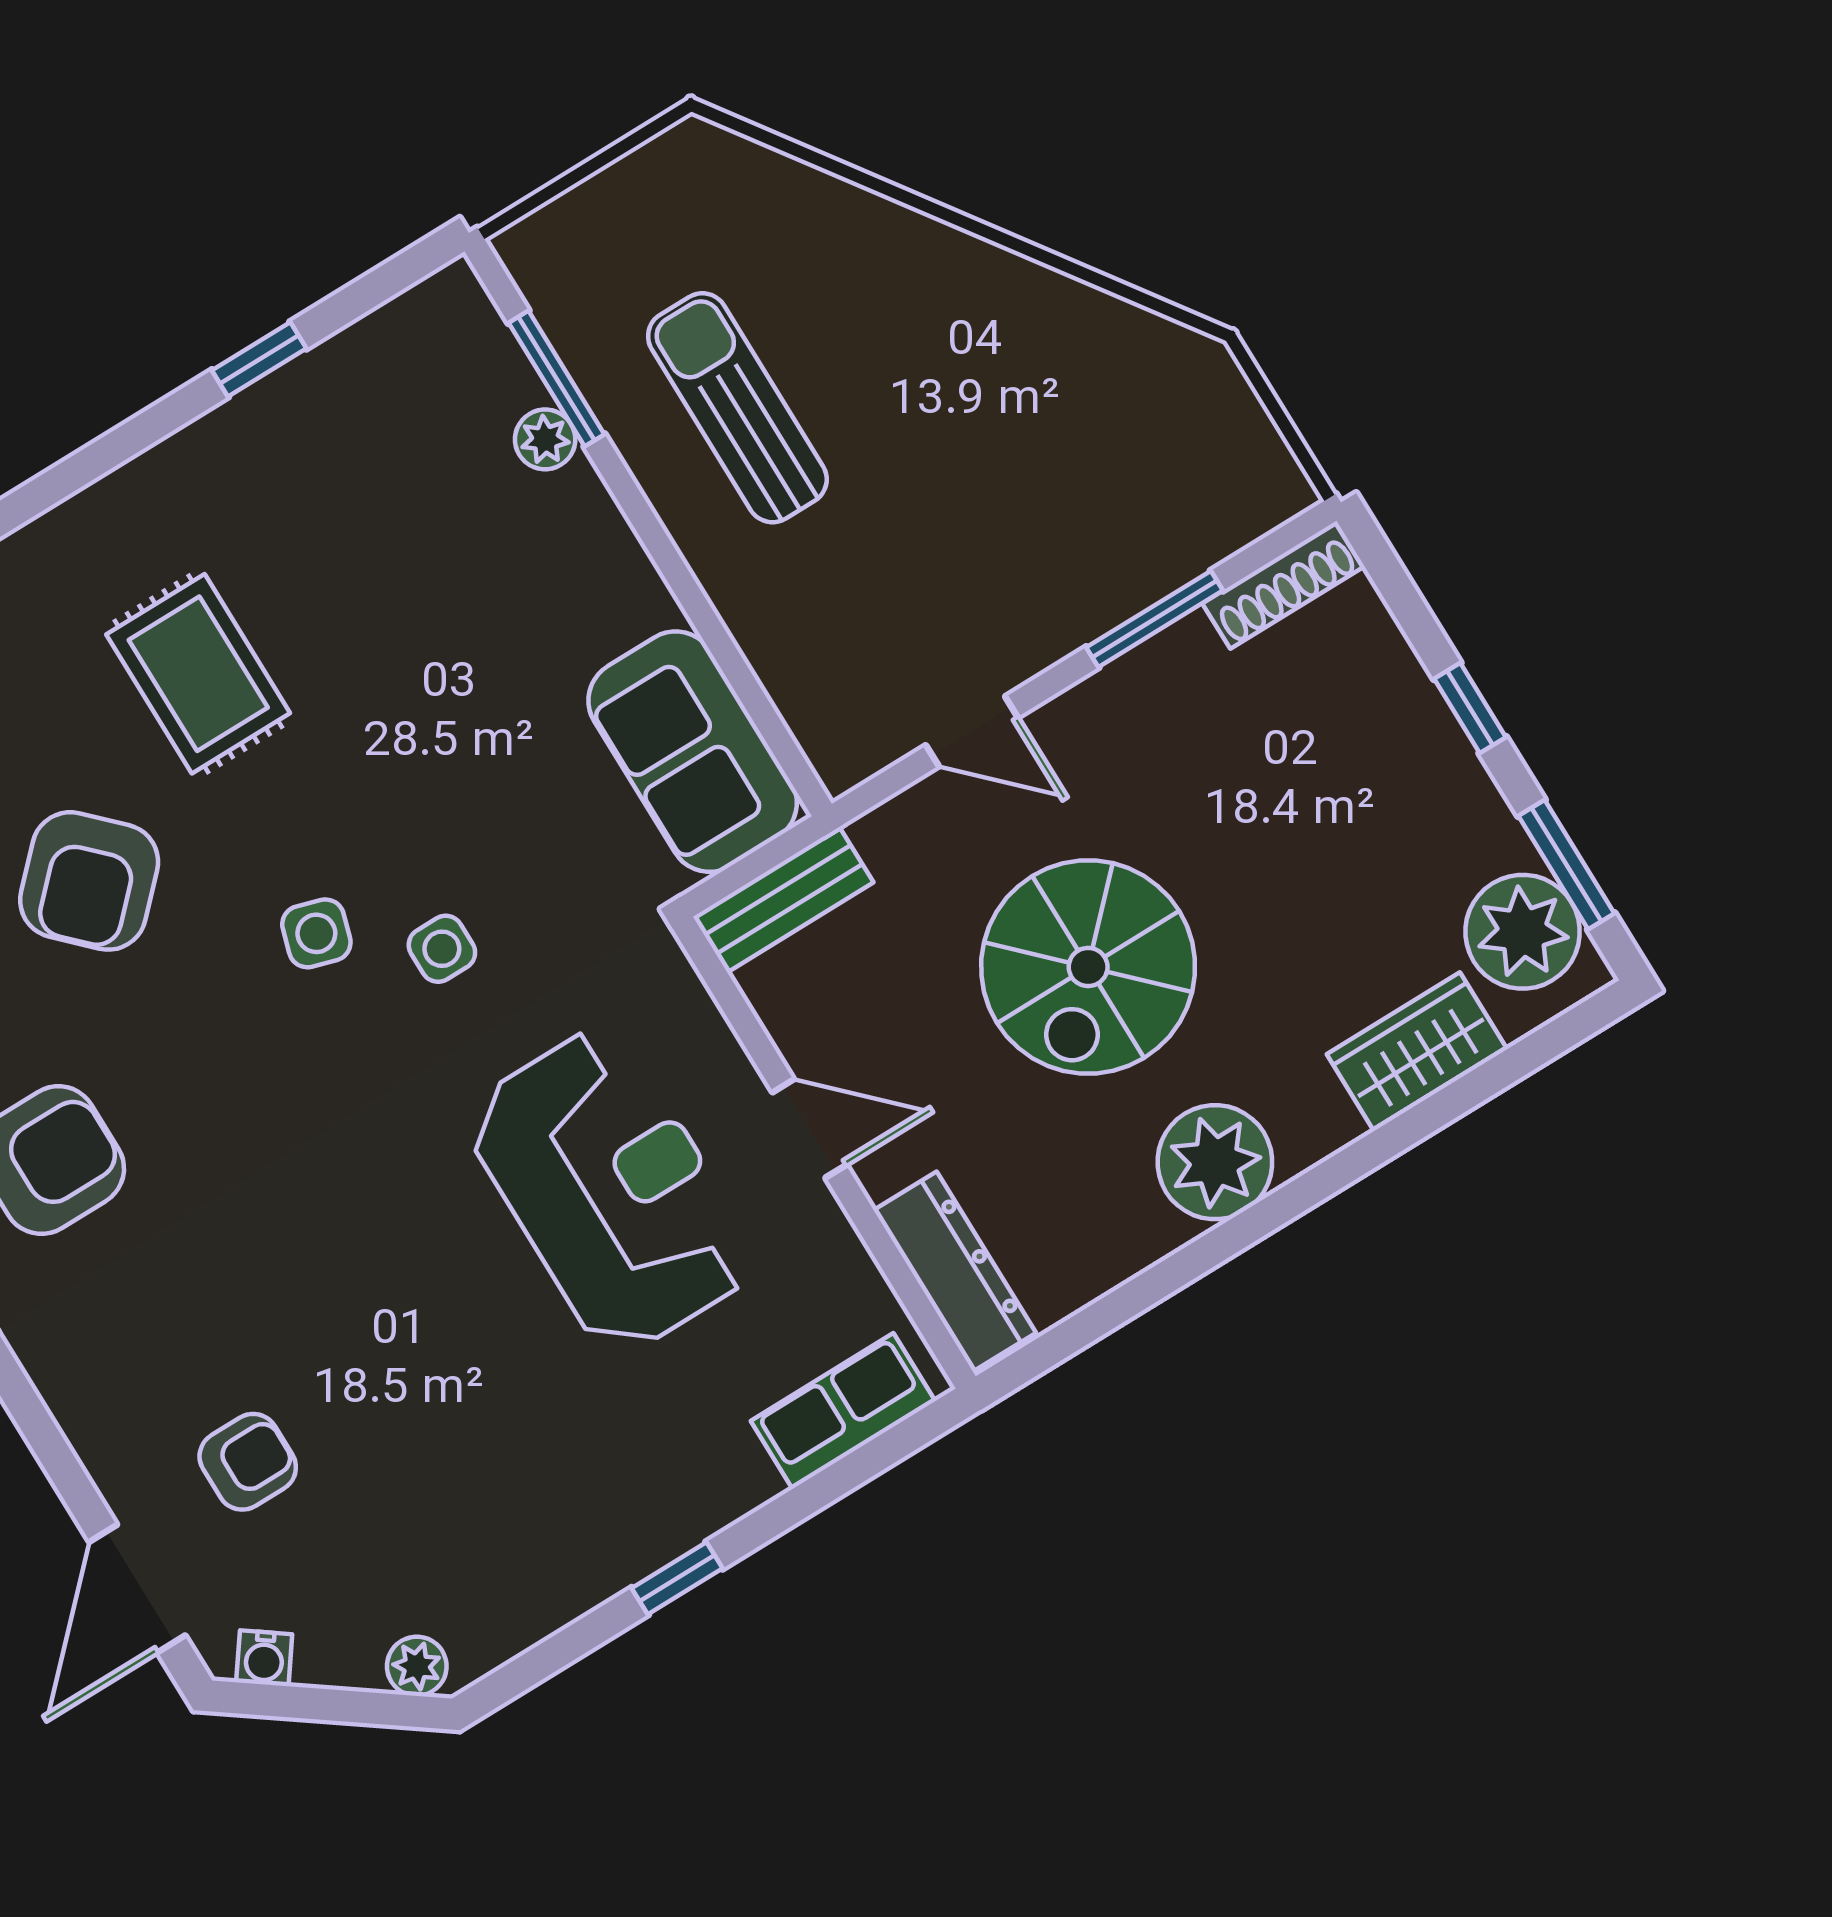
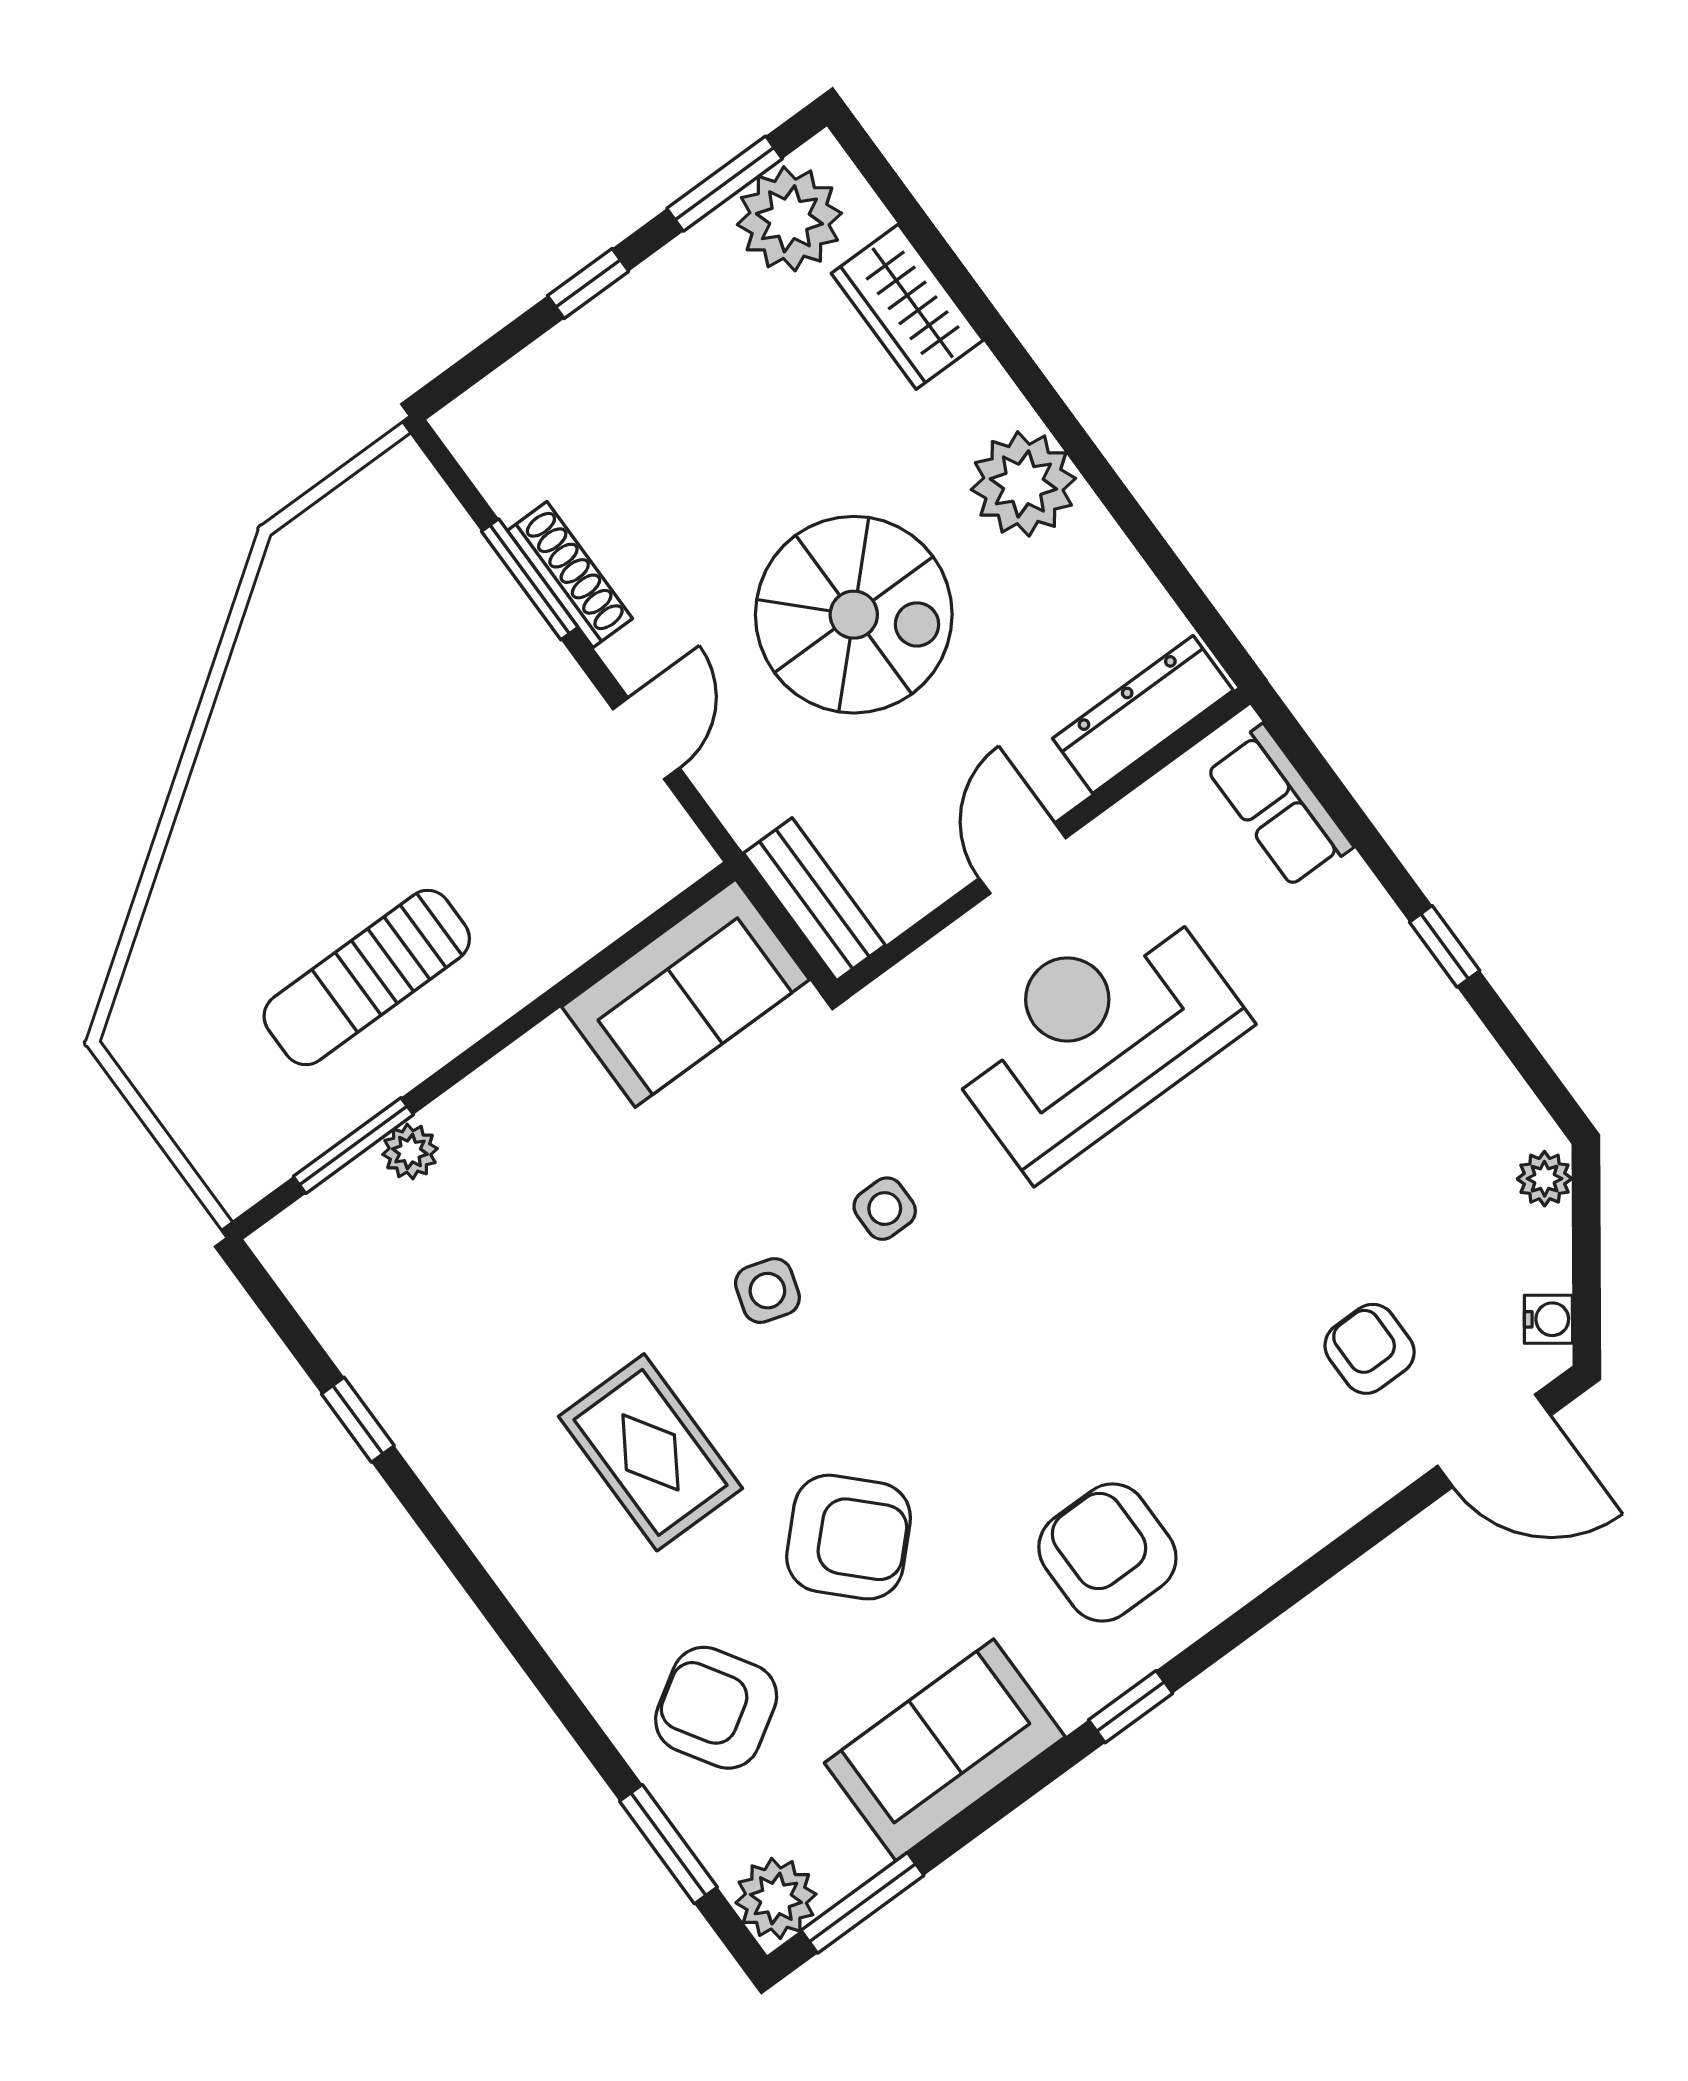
shoe rack: (1283, 585) -> (570, 575), moved
rug: (198, 674) -> (650, 1452), turned 90
side table: (316, 933) -> (767, 1291), moved

